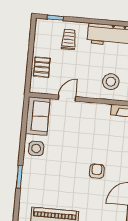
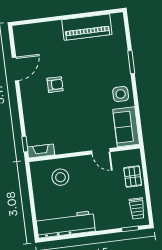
trolley: (69, 39) -> (137, 208), moved
door: (67, 98) -> (101, 151), hinge flipped
armchair: (97, 171) -> (55, 85), turned -90

